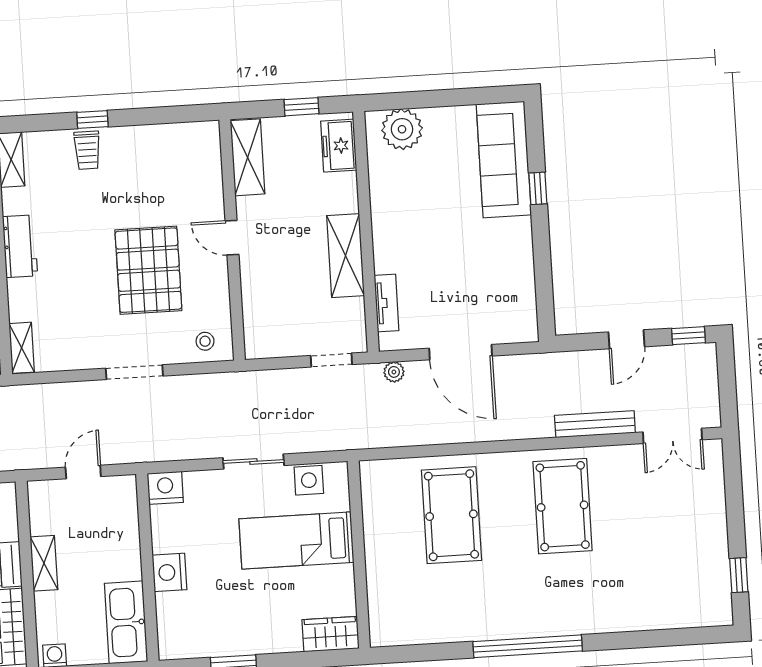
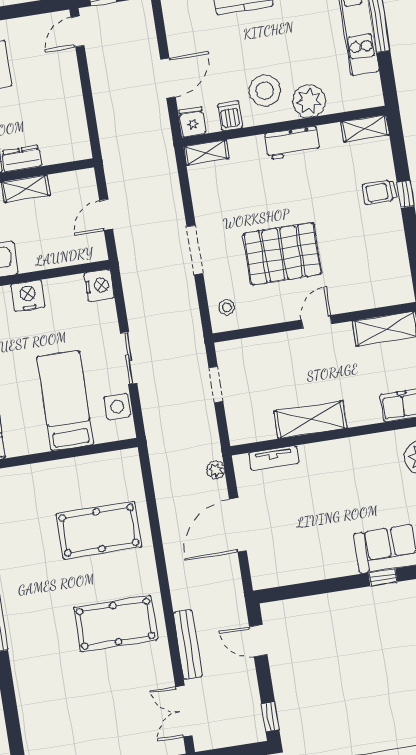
door: (627, 339) -> (258, 641), moved
doorway: (331, 360) -> (216, 385), moved
door: (83, 472) -> (106, 215), swing flipped

